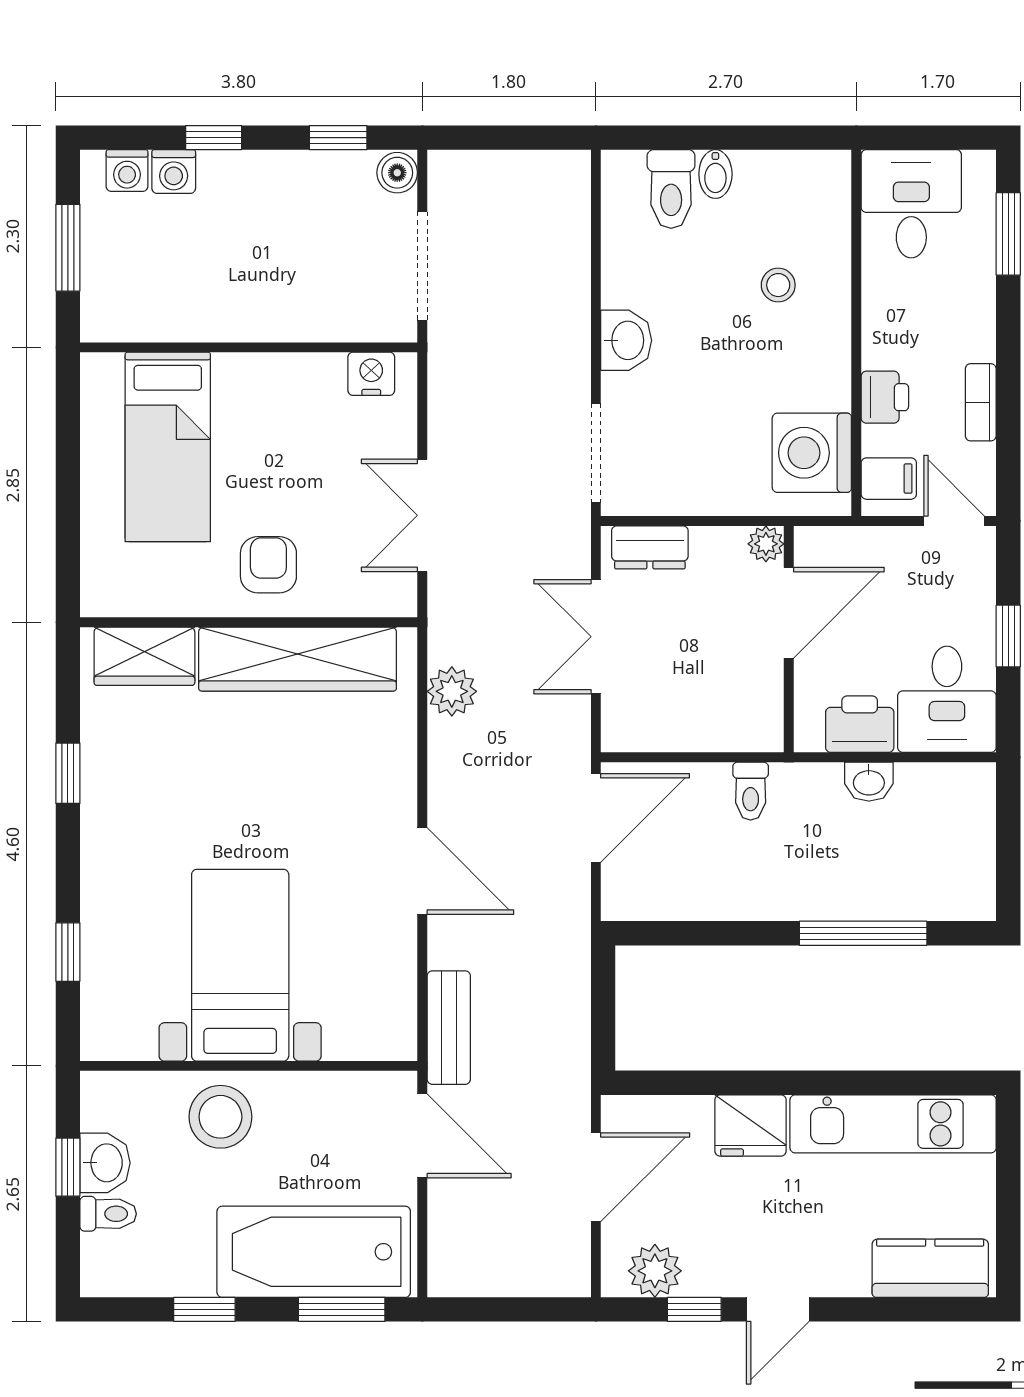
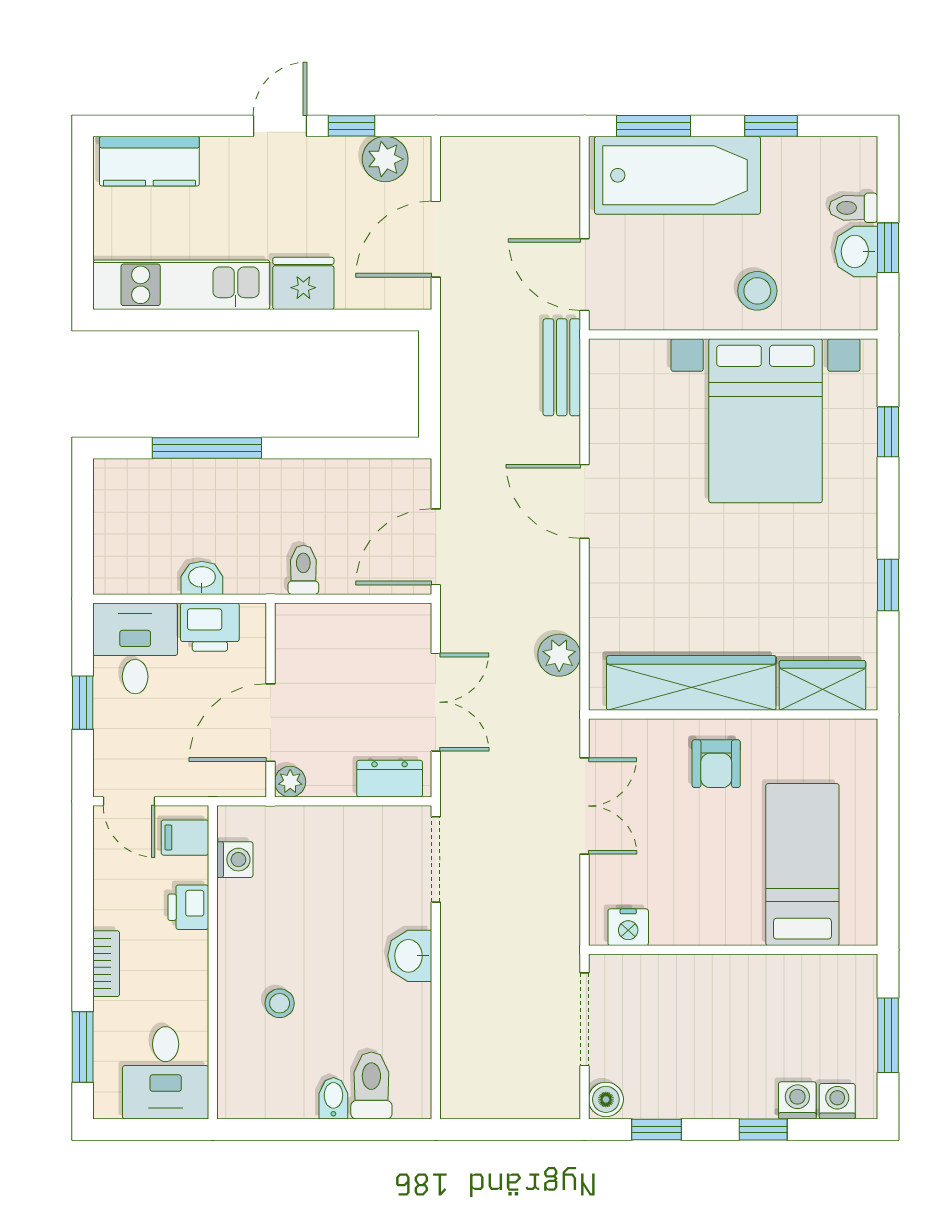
bookcase: (981, 402) -> (106, 964), moved
washing machine: (812, 453) -> (235, 860), width x0.53, depth x0.53
bed with nightstands: (240, 965) -> (765, 421), width x1.36
stool: (220, 1117) -> (757, 291), width x0.73, depth x0.73

